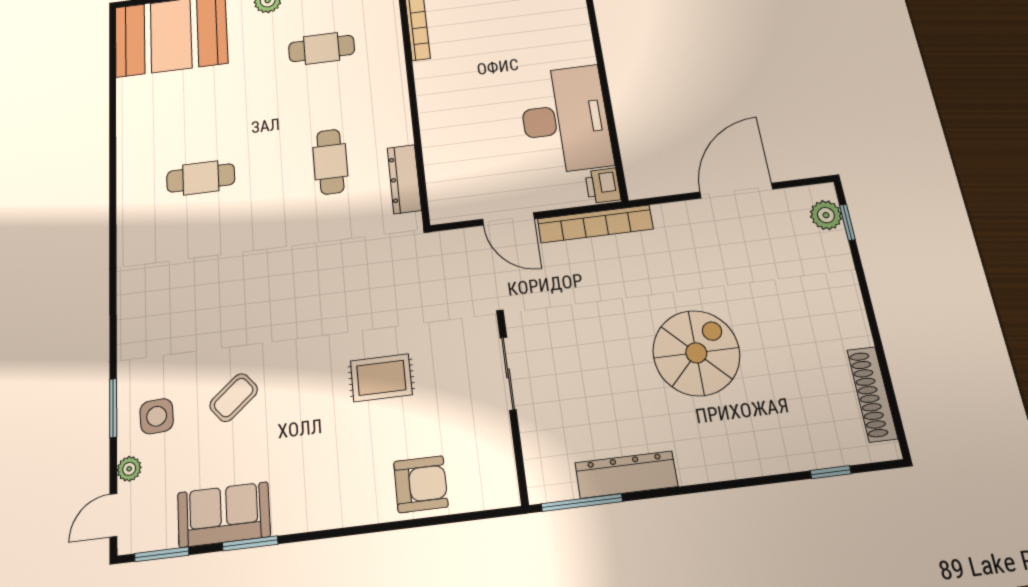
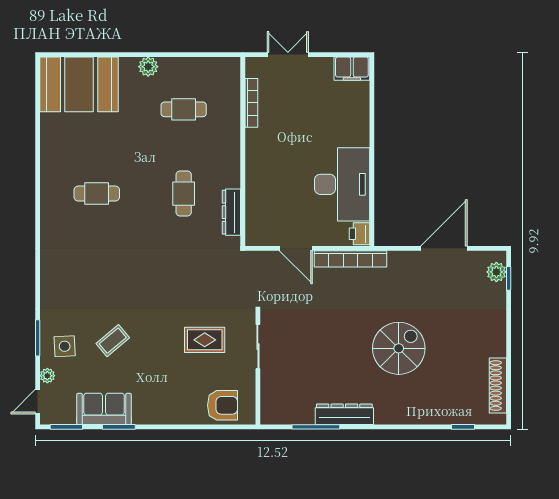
sliding door: (508, 373) -> (258, 347), moved
wall: (513, 408) -> (258, 368), moved

